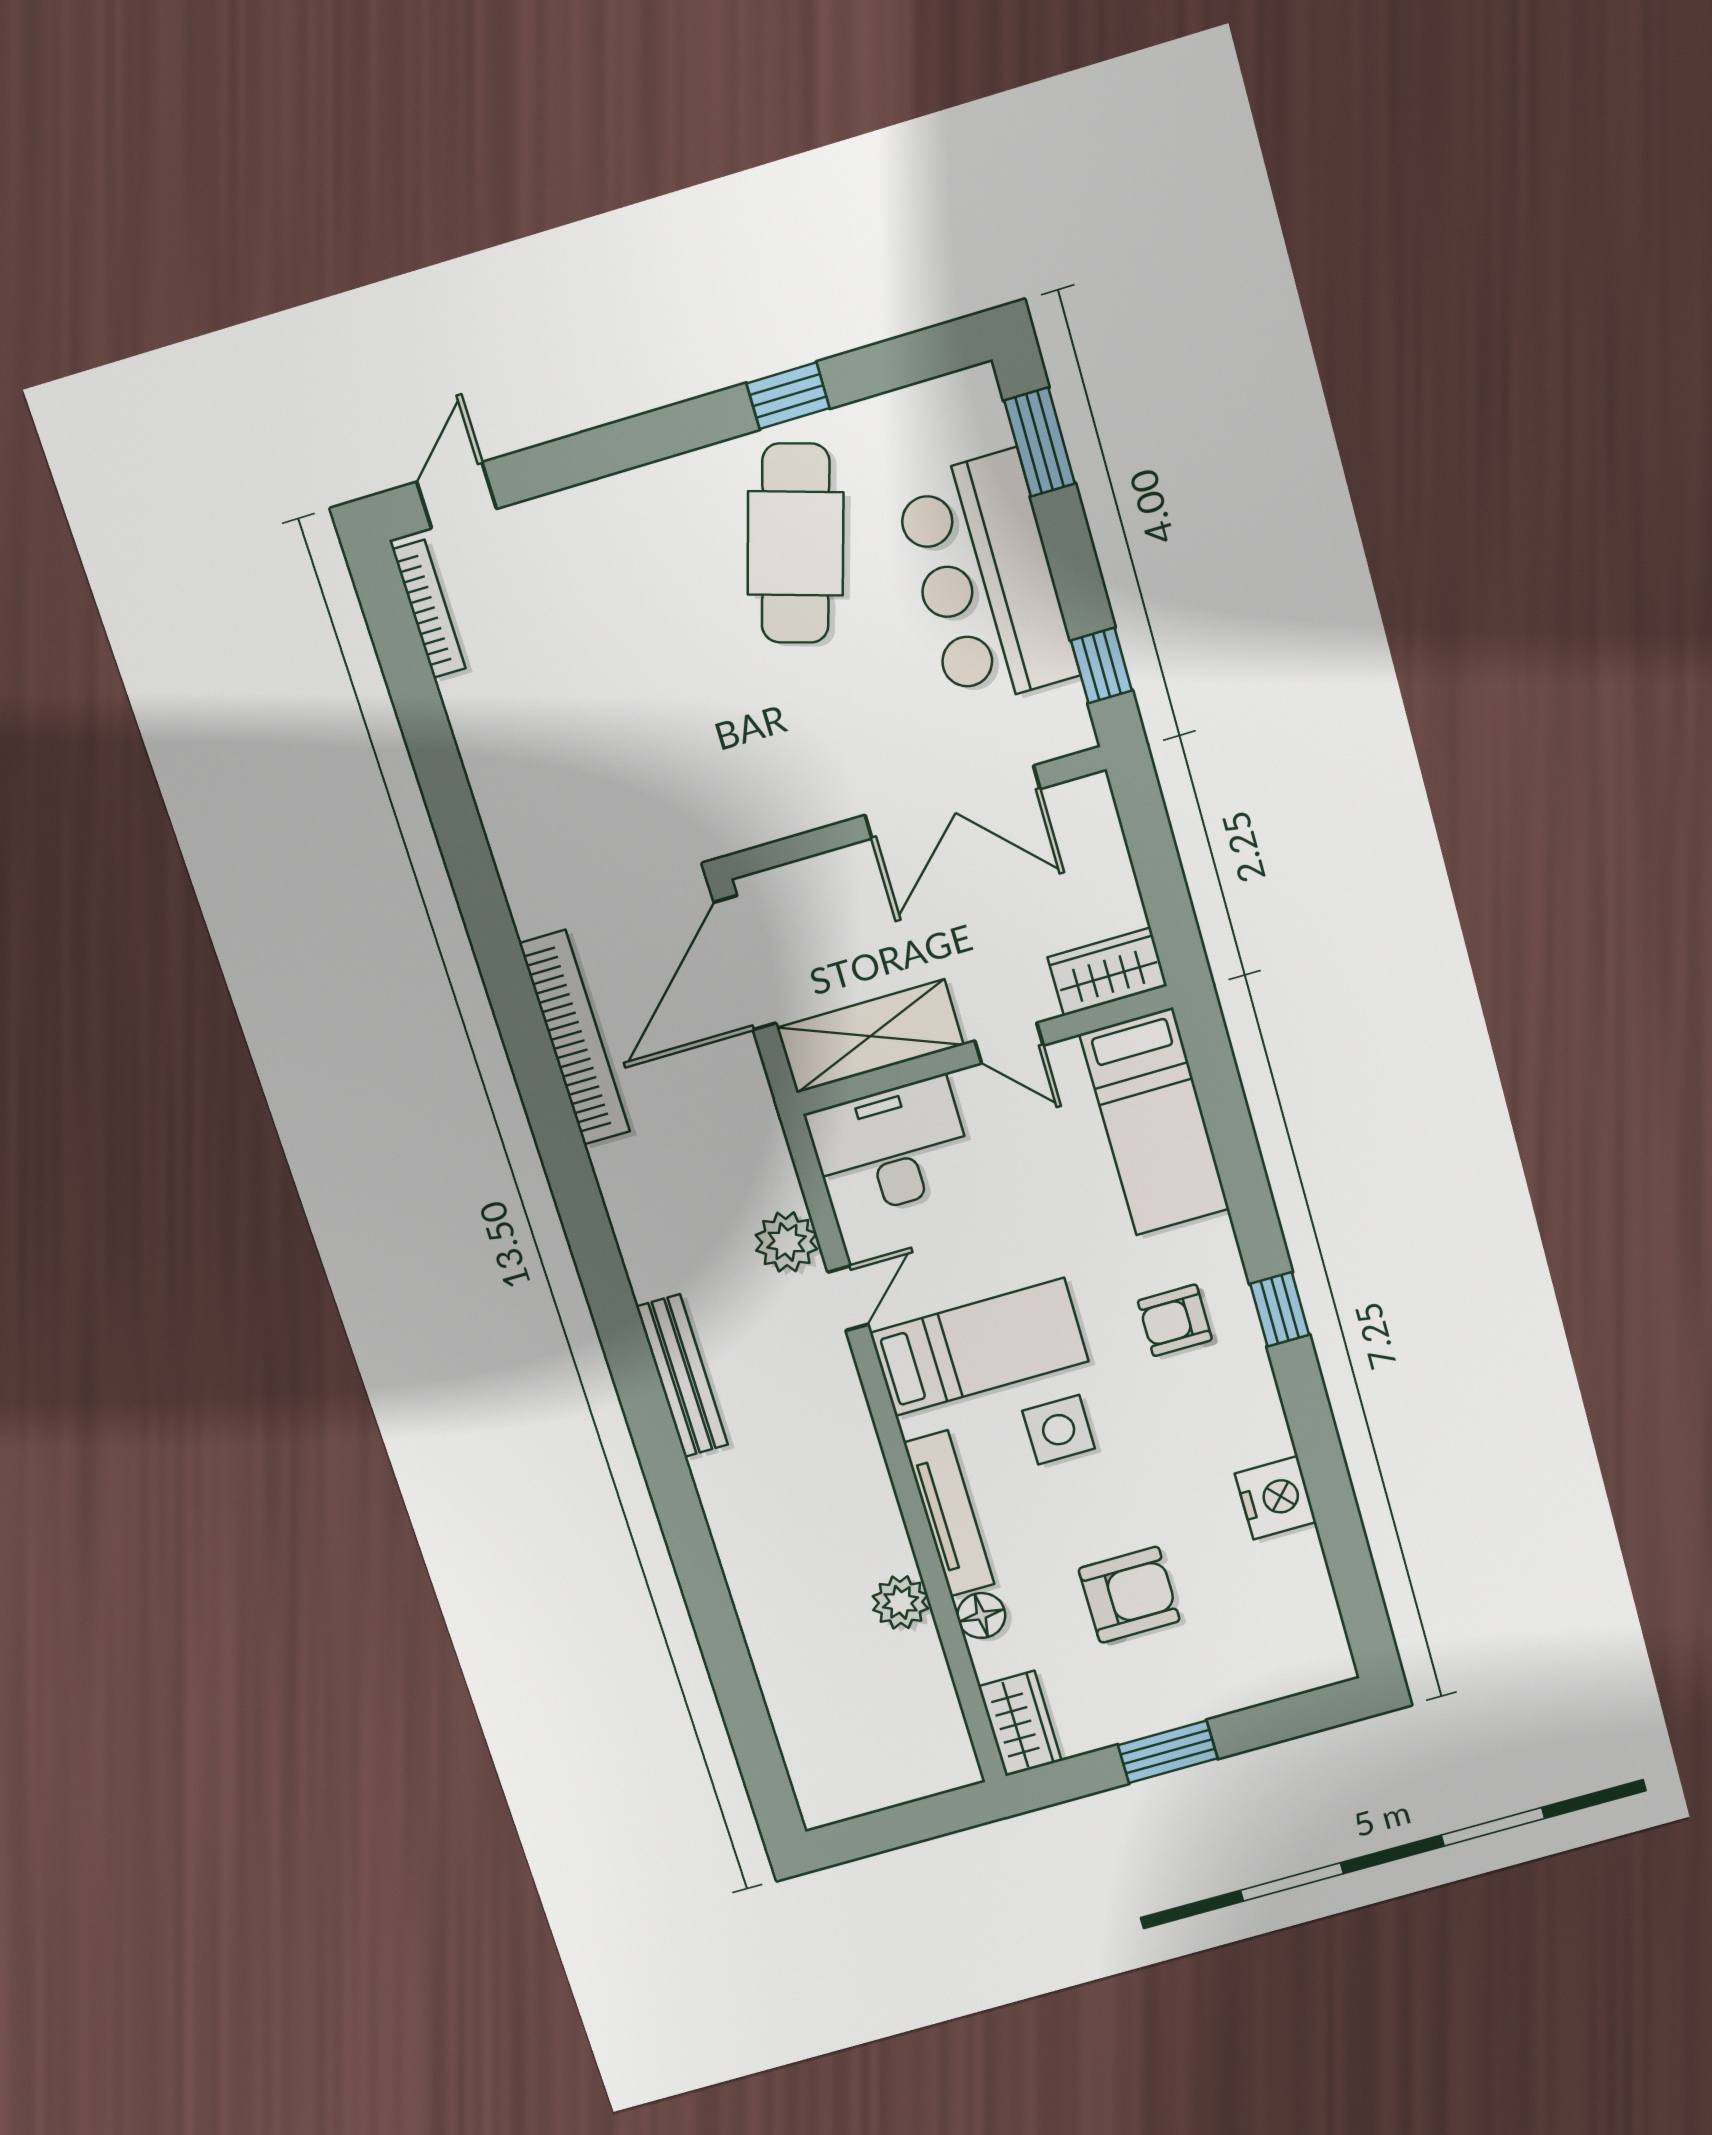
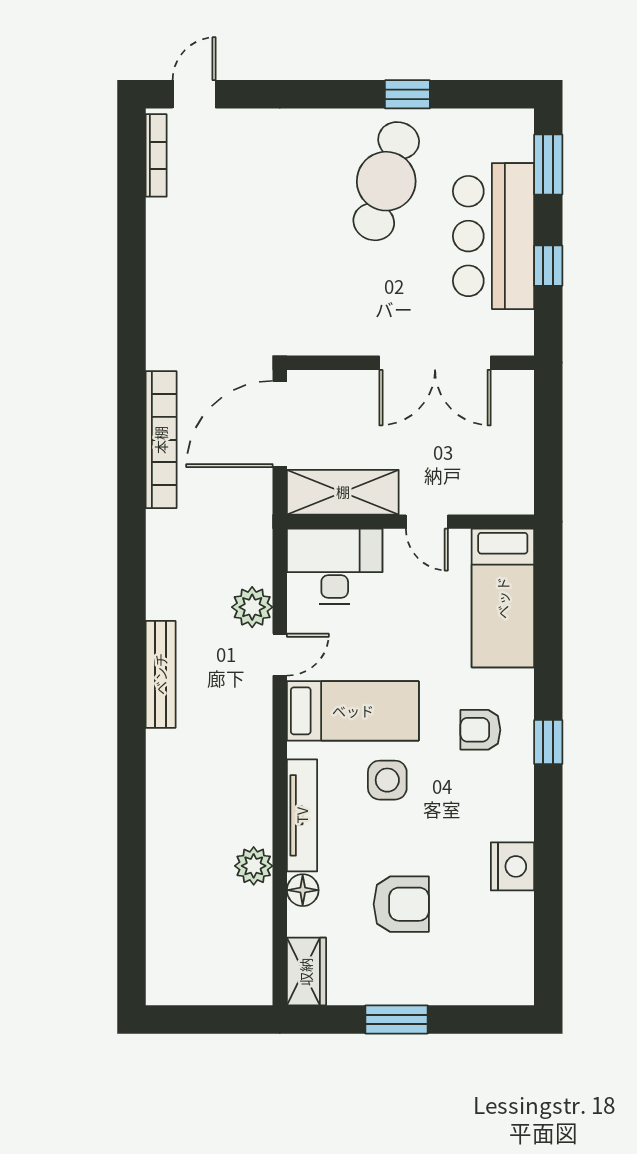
window: (1101, 665) -> (548, 266), moved
wardrobe: (1107, 972) -> (500, 495), removed

